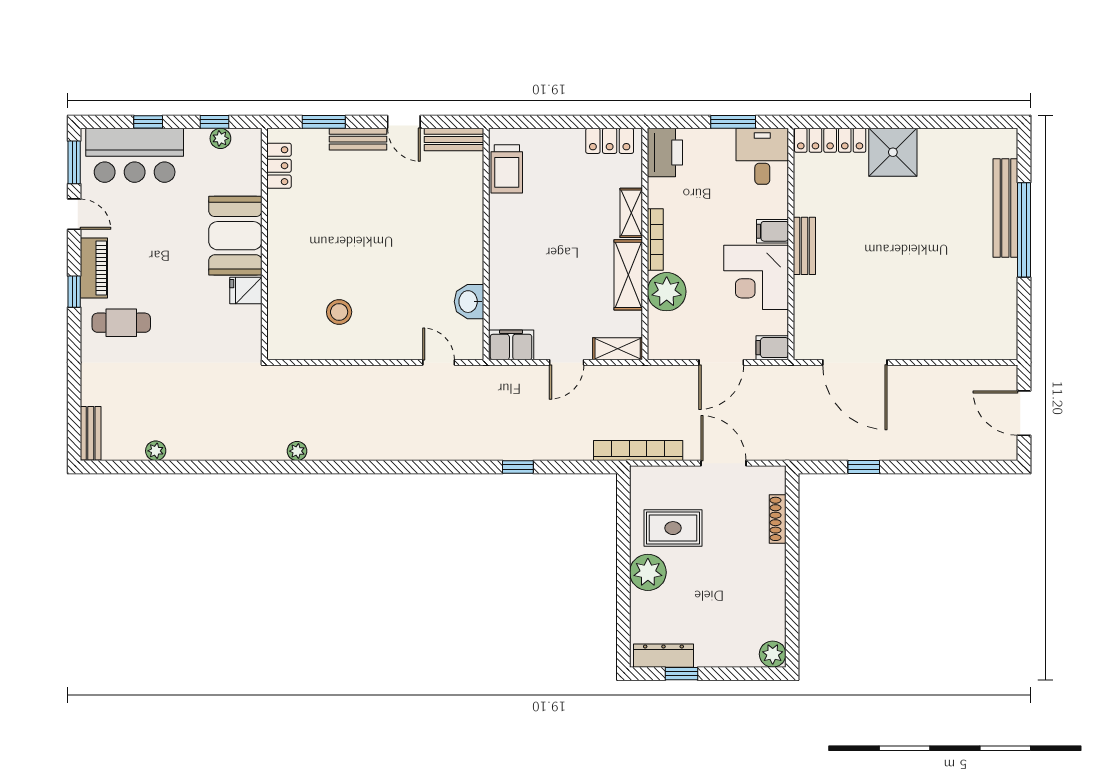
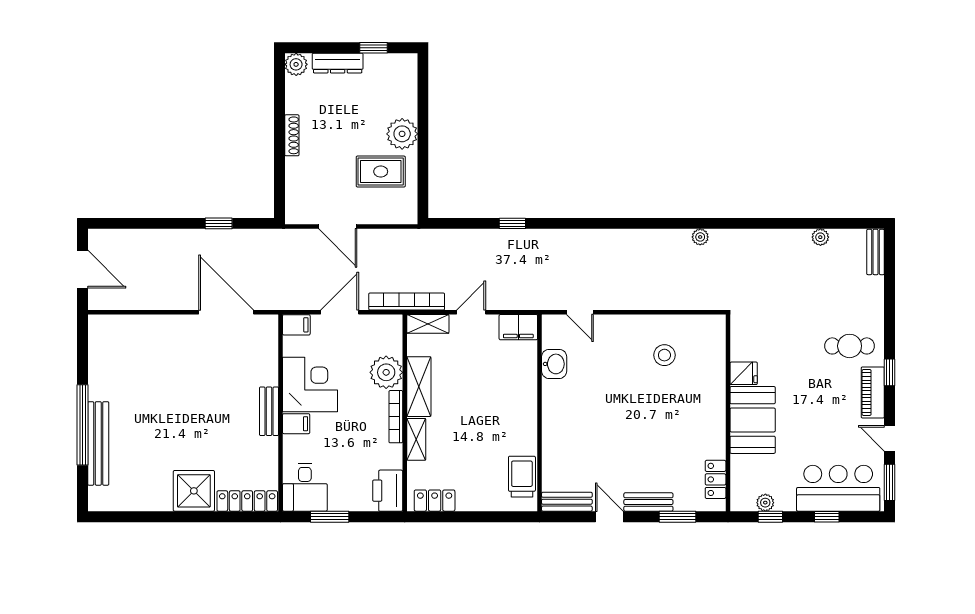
bookcase: (638, 451) -> (407, 301), moved, turned 180
shoe rack: (778, 519) -> (292, 135), moved
dresser: (663, 656) -> (338, 63), moved

